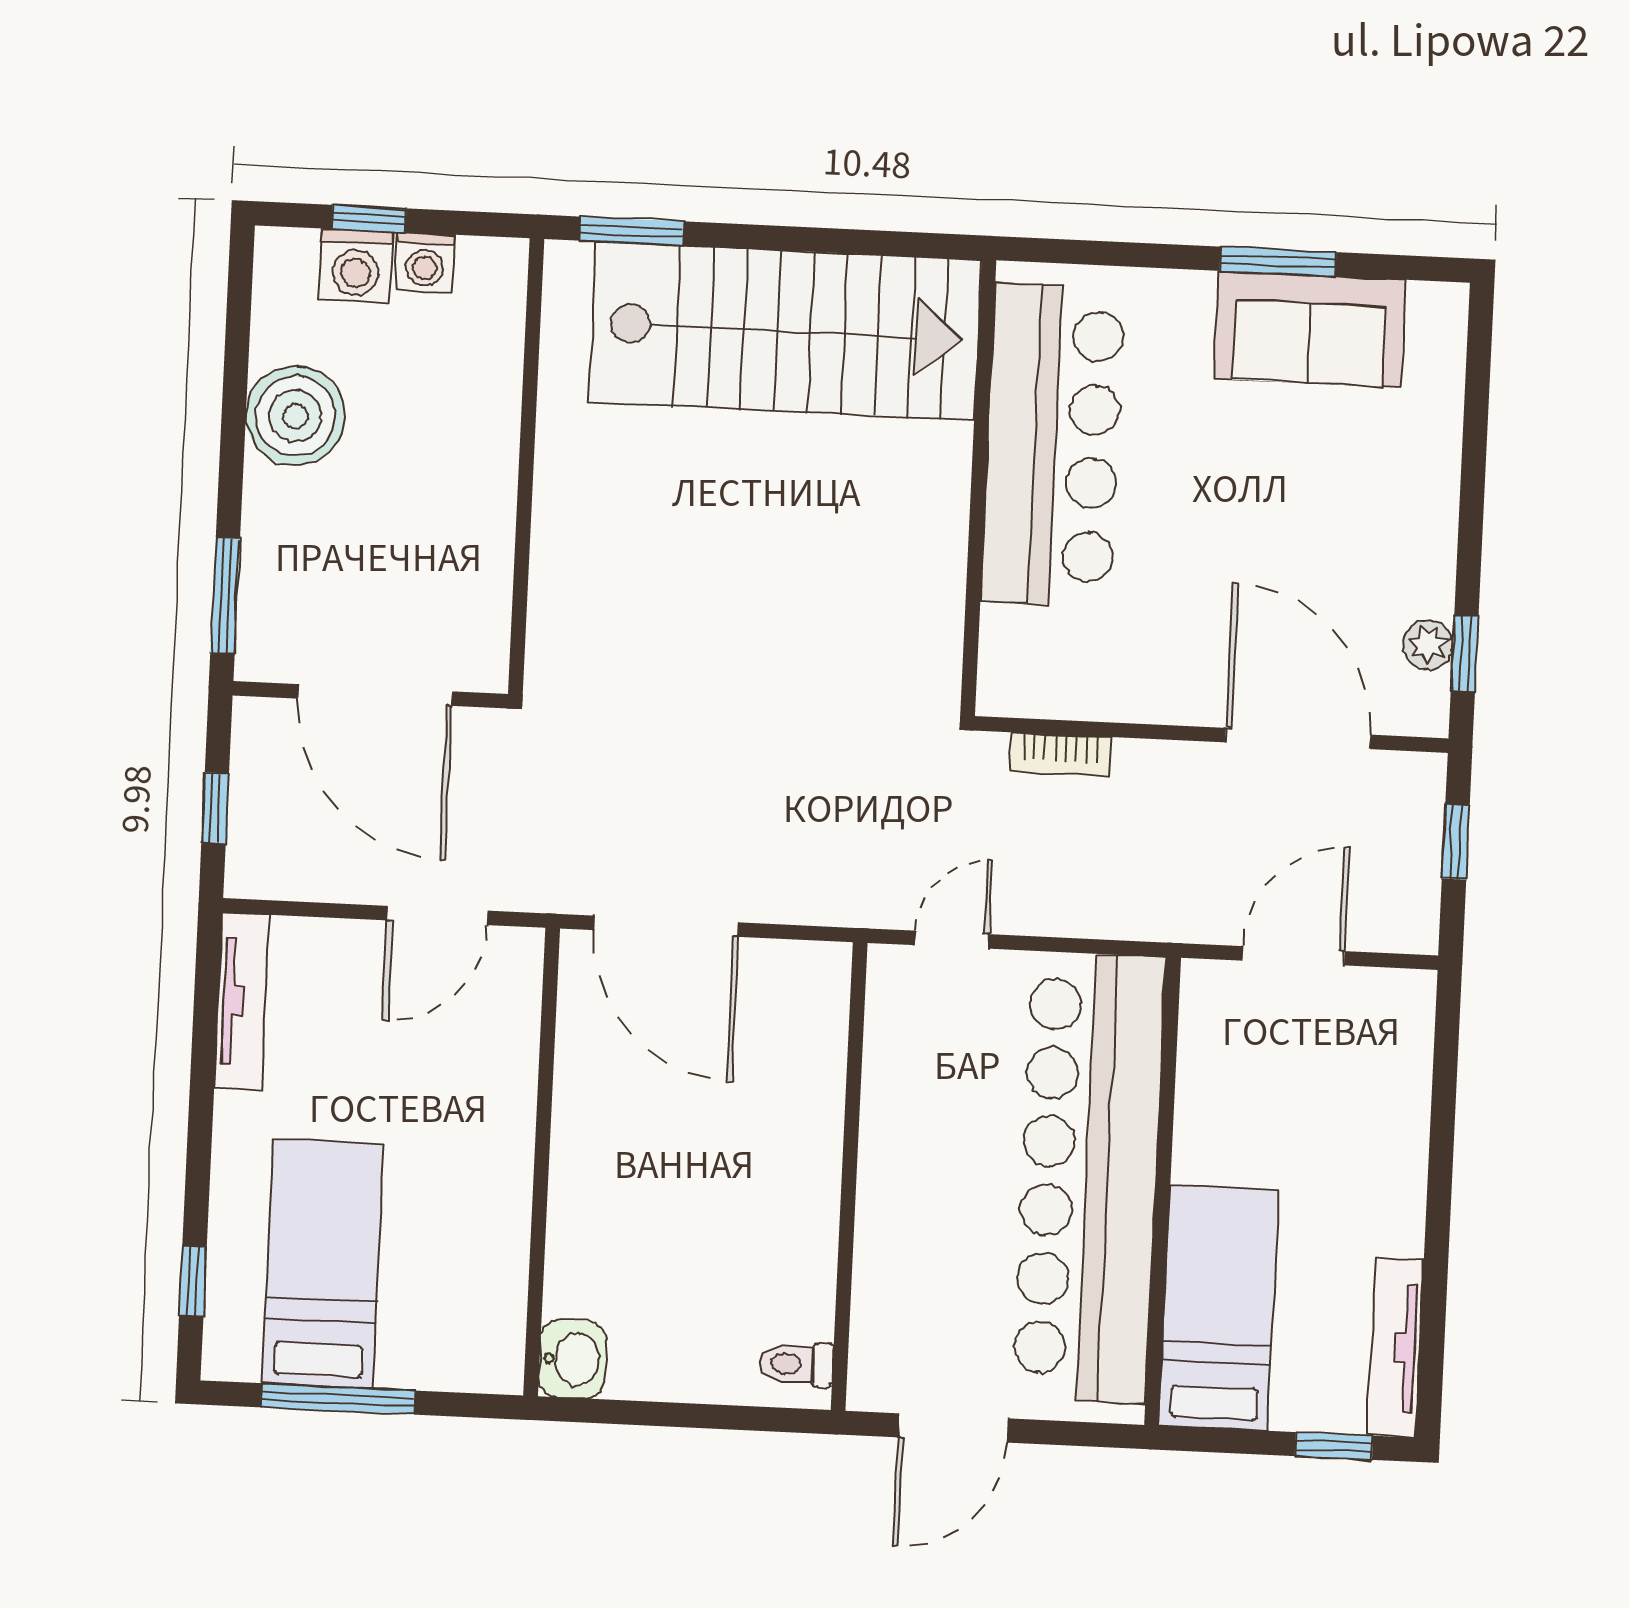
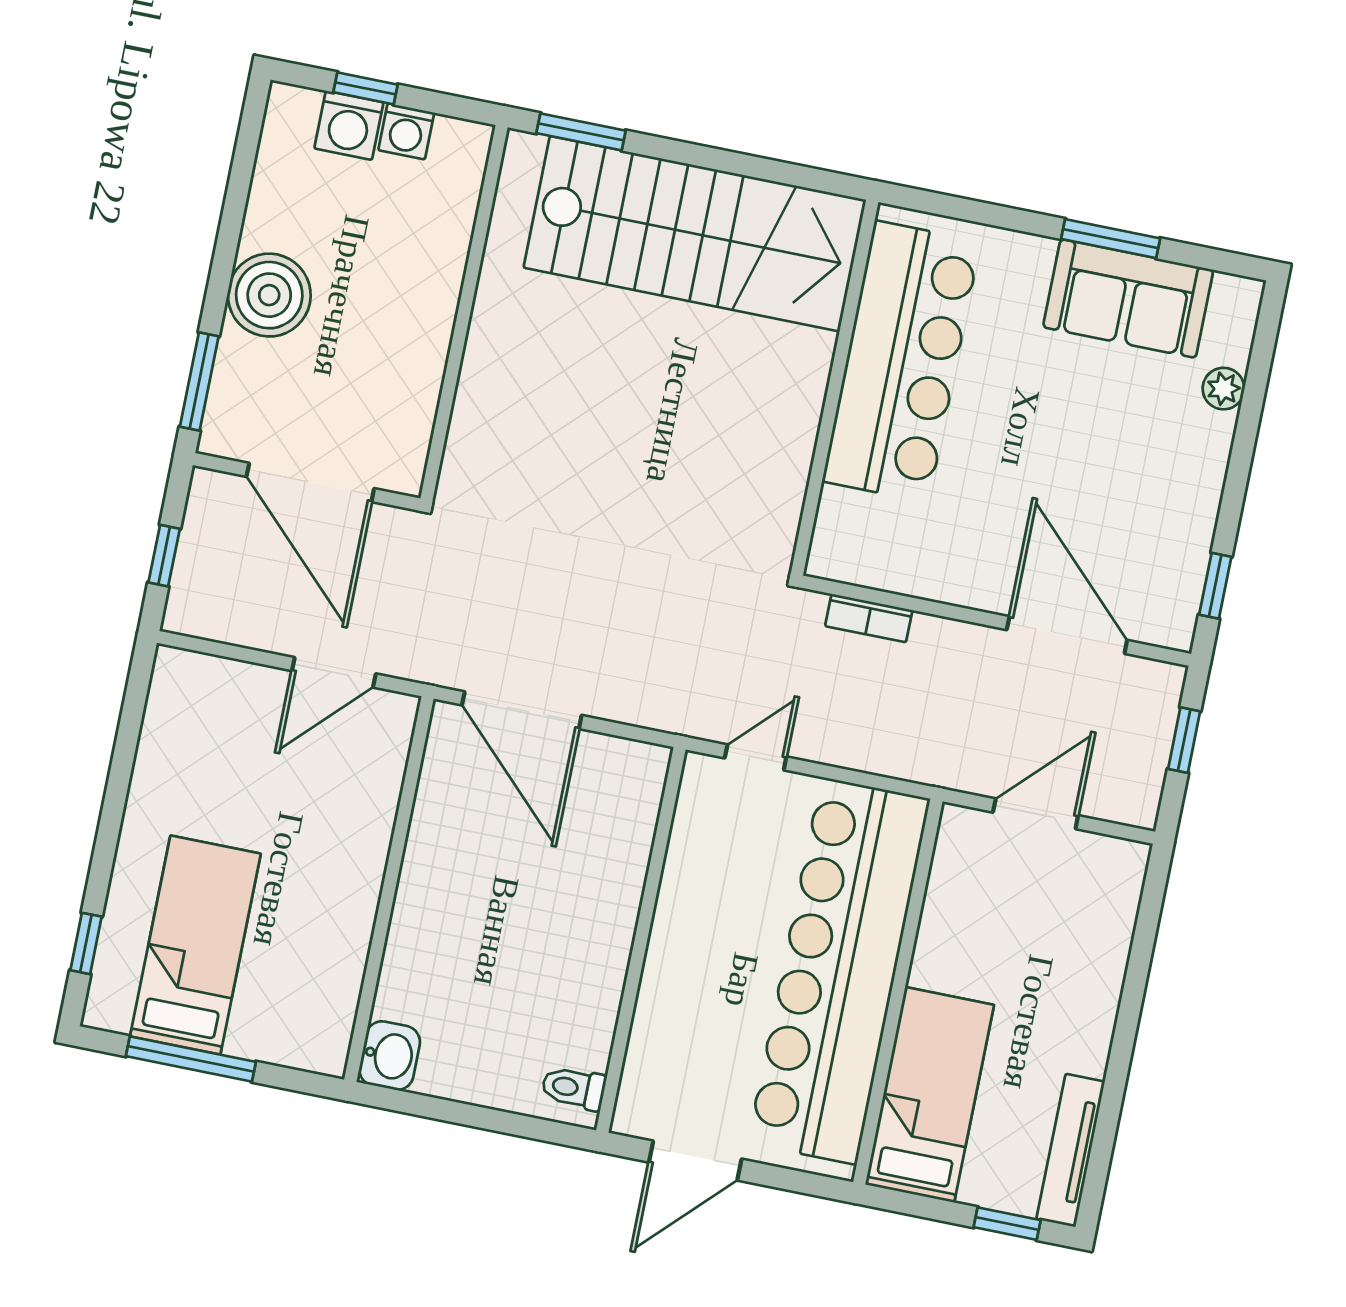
boiler: (295, 416) -> (269, 295), moved
plant: (1428, 645) -> (1223, 389), moved
tv unit: (242, 1001) -> (162, 719), removed

